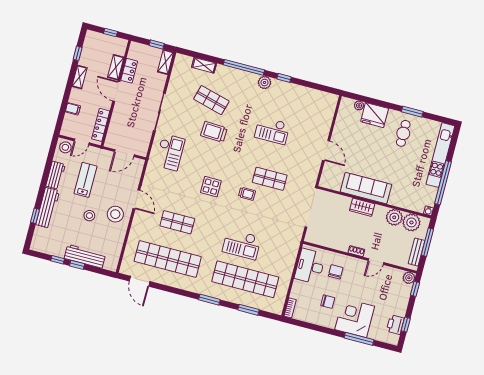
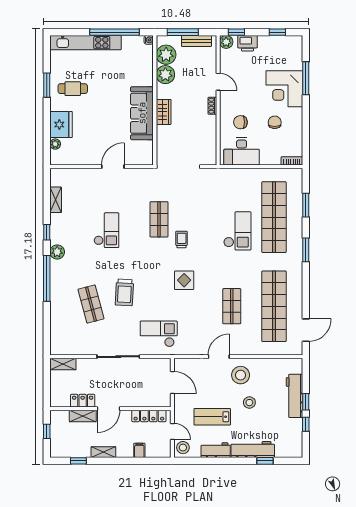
window: (157, 45) -> (47, 379), removed
shelving: (204, 65) -> (56, 200), moved
shop shelf: (211, 100) -> (91, 304), turned -30
printer: (395, 325) -> (247, 43), moved

